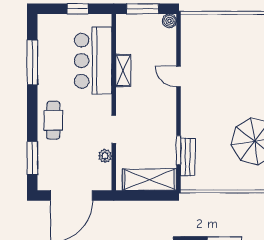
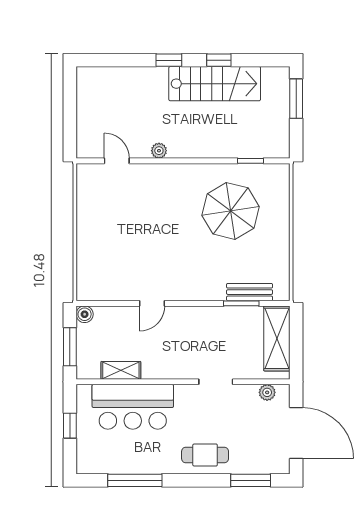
shelving: (123, 71) -> (121, 370), moved
plant: (105, 156) -> (267, 392), moved

